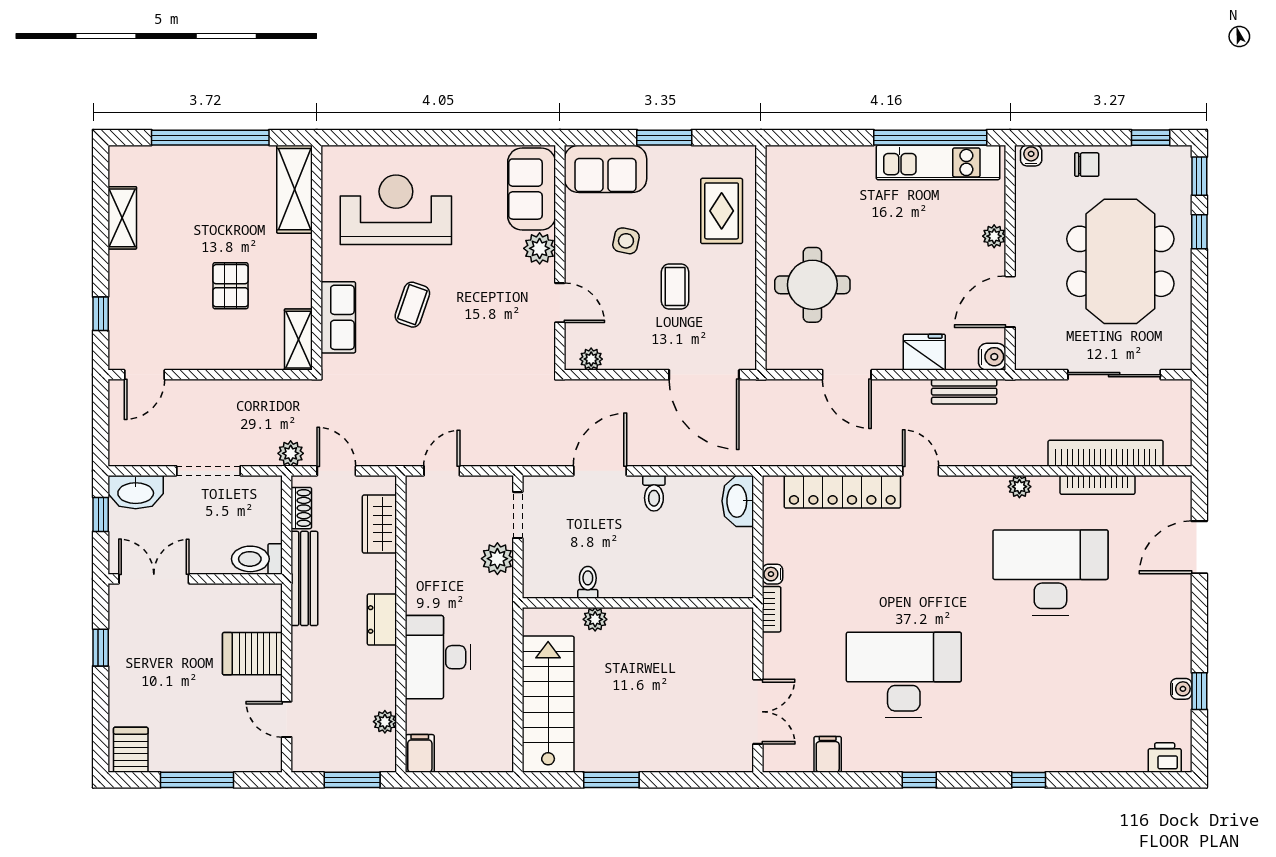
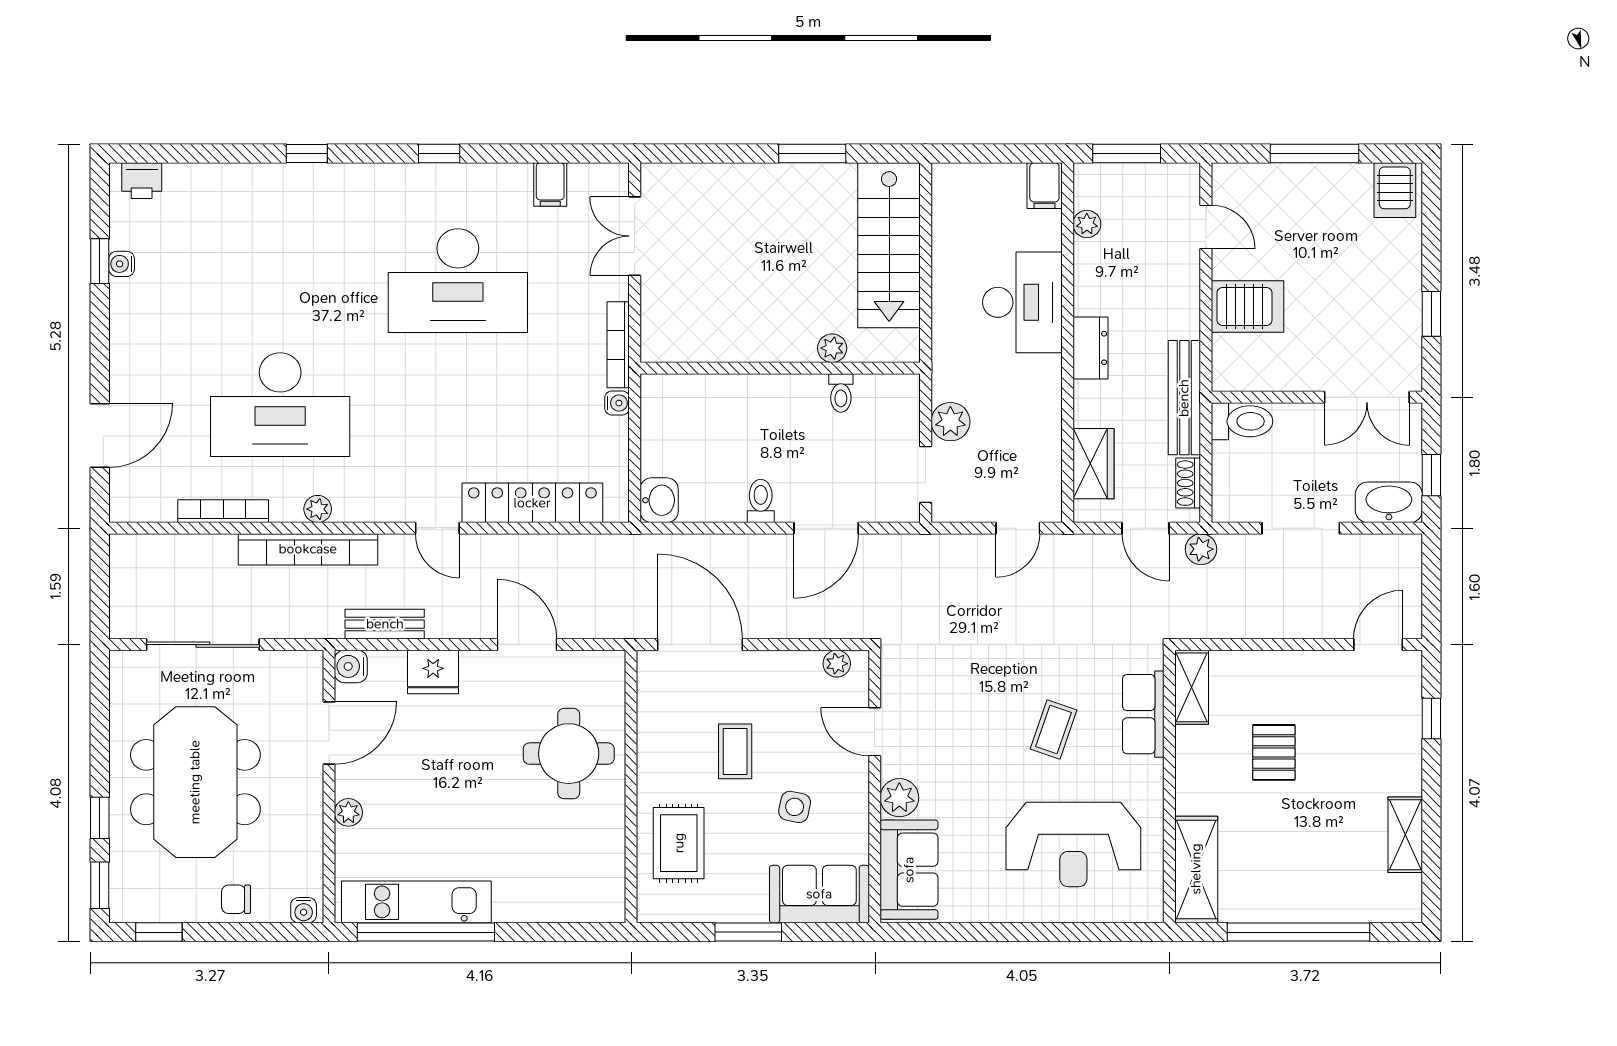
bookcase: (1106, 453) -> (308, 549), moved
washbasin: (738, 501) -> (659, 500), width x0.72
bookcase: (772, 609) -> (618, 345), width x1.56

